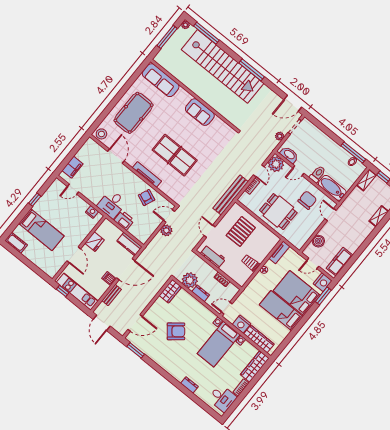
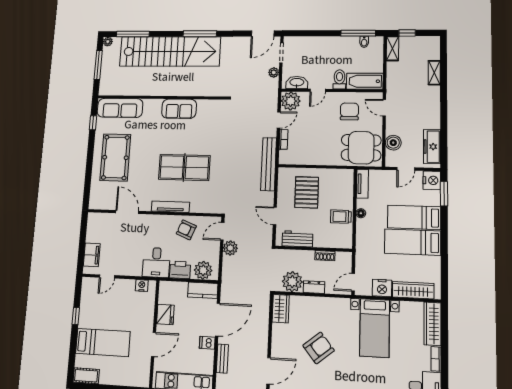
window: (135, 76) -> (93, 123), added
stool: (101, 134) -> (98, 201), removed
door: (259, 171) -> (279, 120), hinge flipped
dining table: (278, 212) -> (361, 148), moved
plant: (139, 232) -> (203, 270), added
door: (74, 255) -> (154, 345), hinge flipped
bed: (297, 293) -> (414, 217), width x0.67

